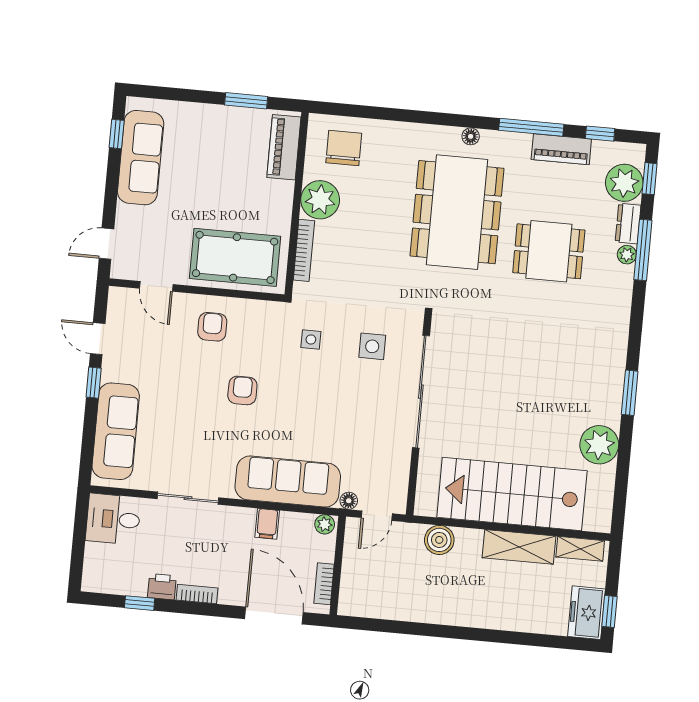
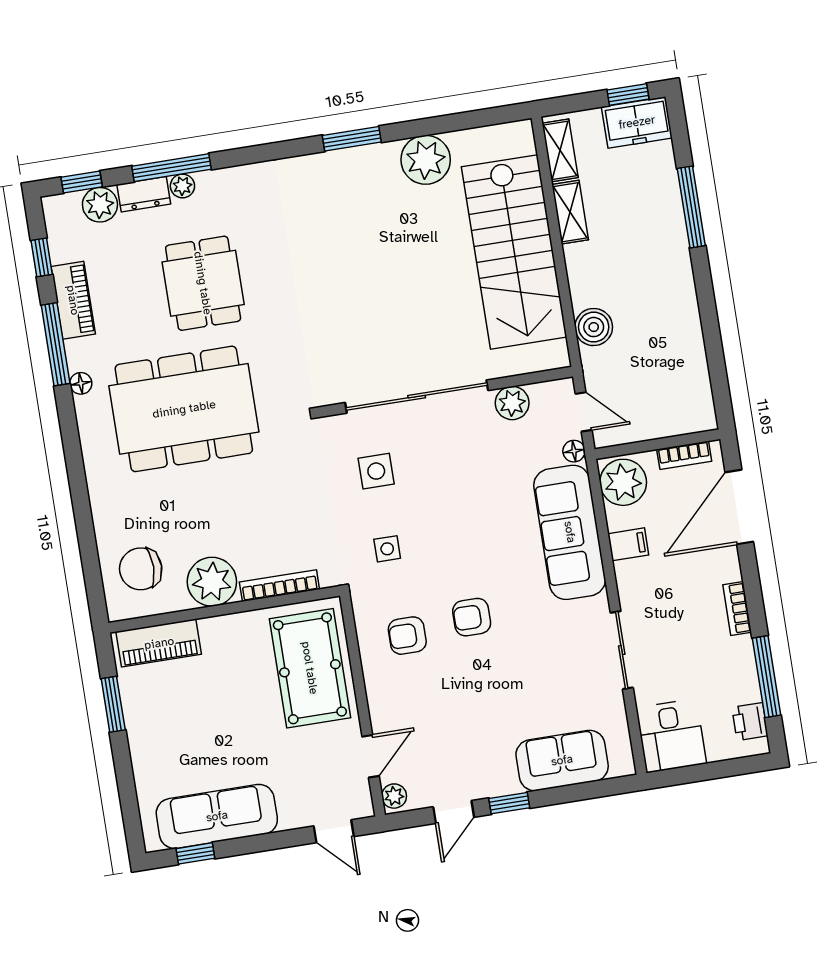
floor lamp: (471, 136) -> (81, 383), moved
plant: (624, 183) -> (100, 205), width x0.73, depth x0.73
plant: (121, 297) -> (394, 796), added
armchair: (212, 327) -> (407, 636), moved
sofa: (116, 431) -> (562, 760), width x0.73
plant: (397, 463) -> (512, 403), added
plant: (325, 524) -> (623, 482), width x1.88, depth x1.88
shelving: (519, 547) -> (570, 212), width x0.67, depth x0.75
printer: (162, 587) -> (750, 722), moved
window: (140, 603) -> (766, 677), width x2.17
window: (512, 638) -> (691, 207), added

